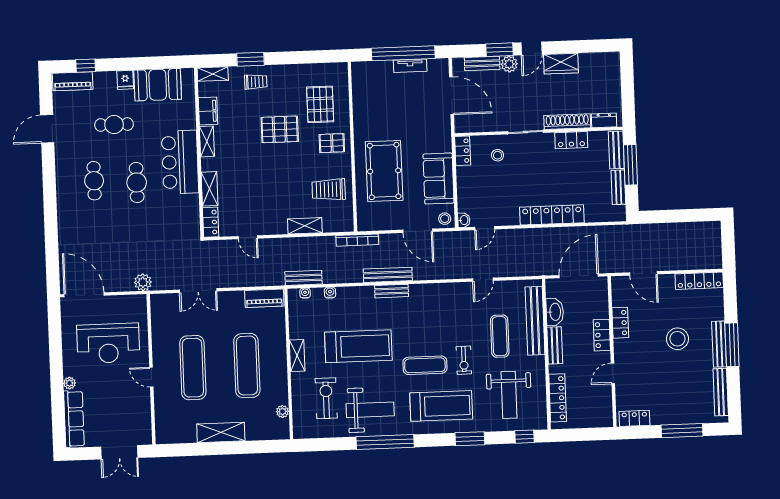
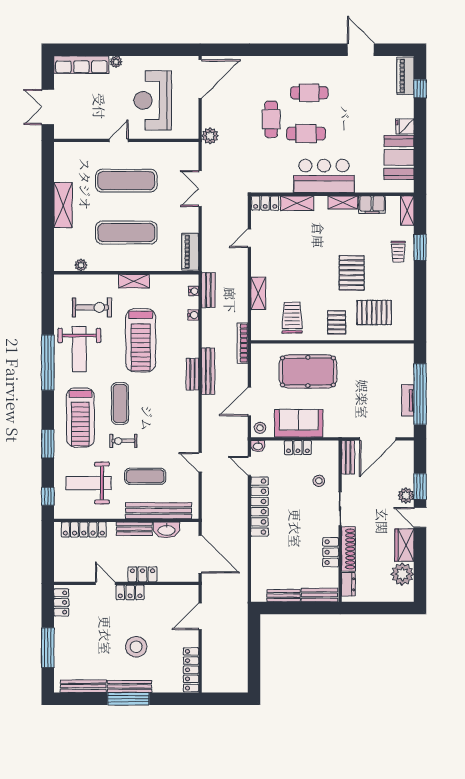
bench: (482, 63) -> (348, 457), moved
plant: (591, 64) -> (402, 574), added
cafe table: (114, 125) -> (271, 119), moved
locker: (463, 151) -> (298, 448), moved
window: (630, 165) -> (305, 608), removed
locker: (552, 215) -> (260, 507), moved
locker: (620, 323) -> (130, 592), moved

